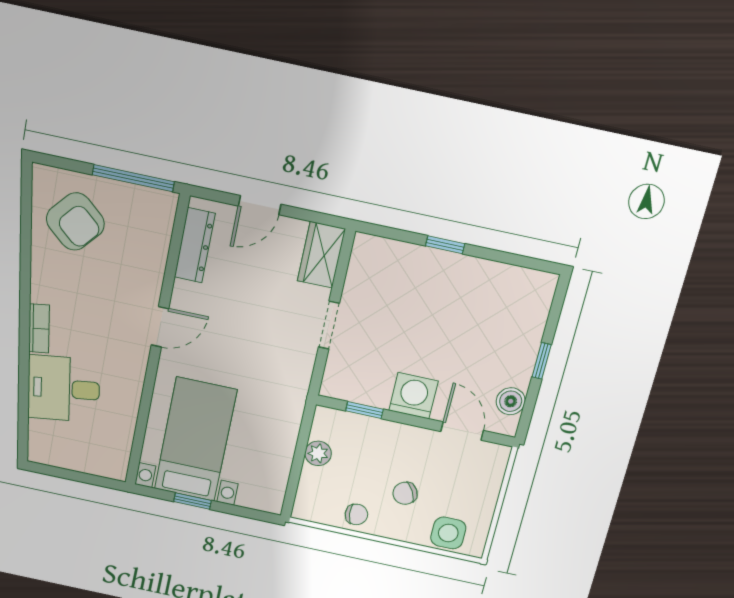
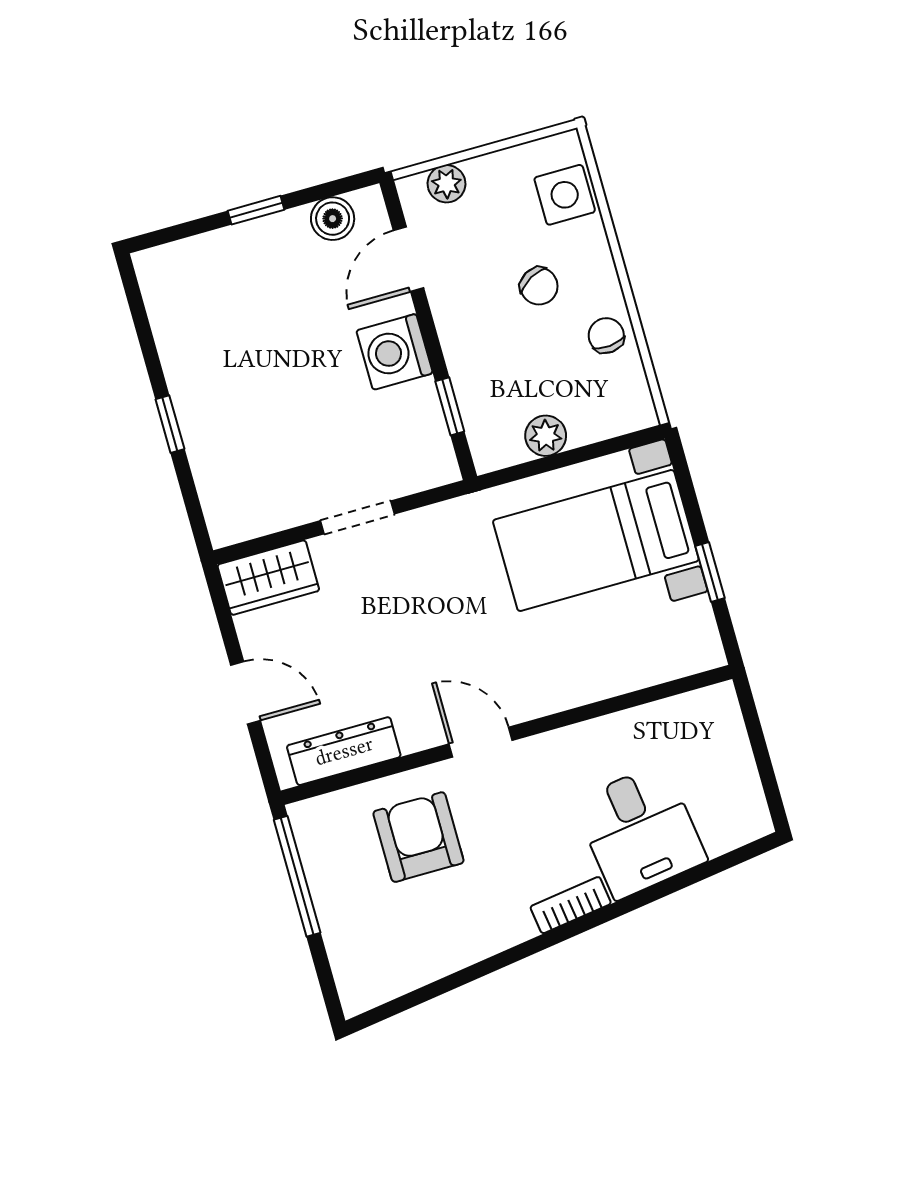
armchair: (75, 222) -> (418, 837), moved, turned -41
bed with nightstands: (195, 440) -> (596, 540), moved
plant: (493, 474) -> (447, 184), added

